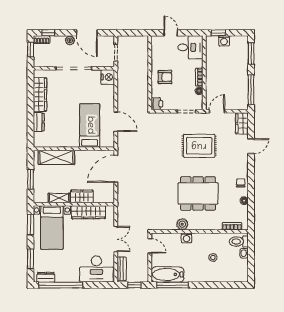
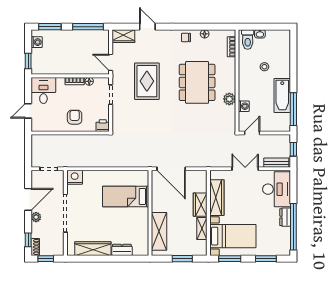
washing machine: (224, 41) -> (37, 42), moved
door: (116, 122) -> (122, 169), removed
washing machine: (186, 238) -> (244, 106), moved
bathtub: (168, 274) -> (282, 95), moved
dresser: (46, 277) -> (285, 217), moved

